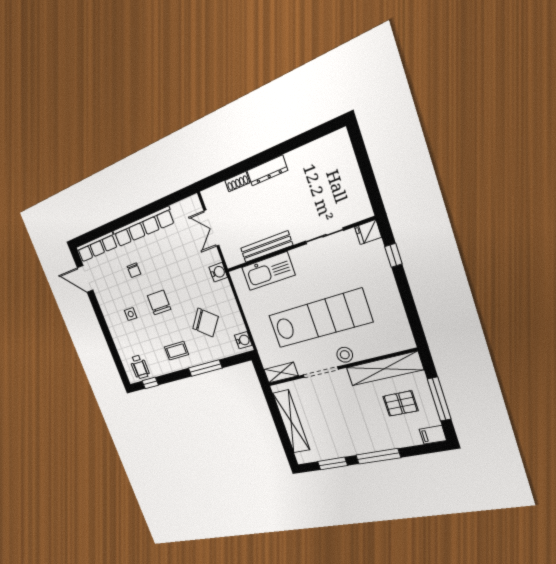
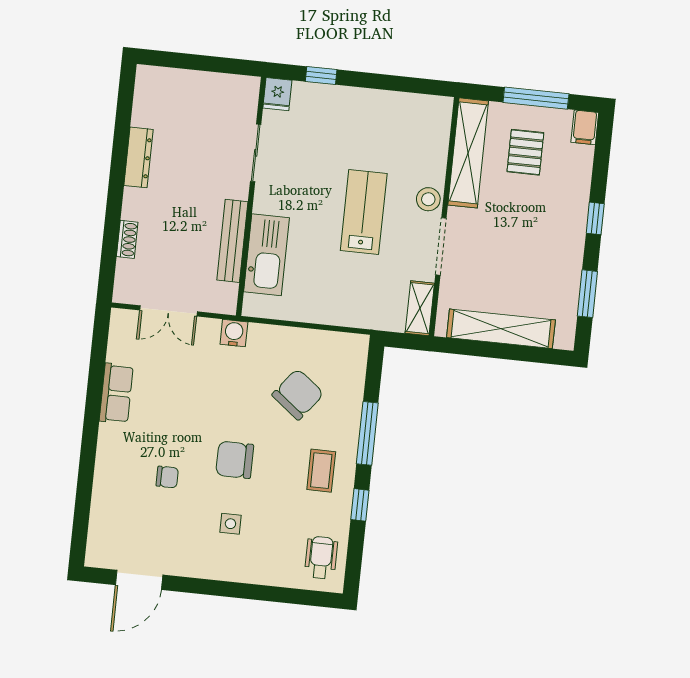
dresser: (267, 170) -> (138, 157), moved
row of seats: (143, 227) -> (116, 393), width x0.50
row of seats: (97, 247) -> (102, 526), removed
lab bench: (319, 319) -> (364, 212), width x0.54, depth x0.72
water cooler: (243, 340) -> (349, 345), removed
wheelchair: (140, 367) -> (321, 557), turned -90
window: (150, 383) -> (360, 505), moved
window: (378, 456) -> (595, 218), width x0.46

